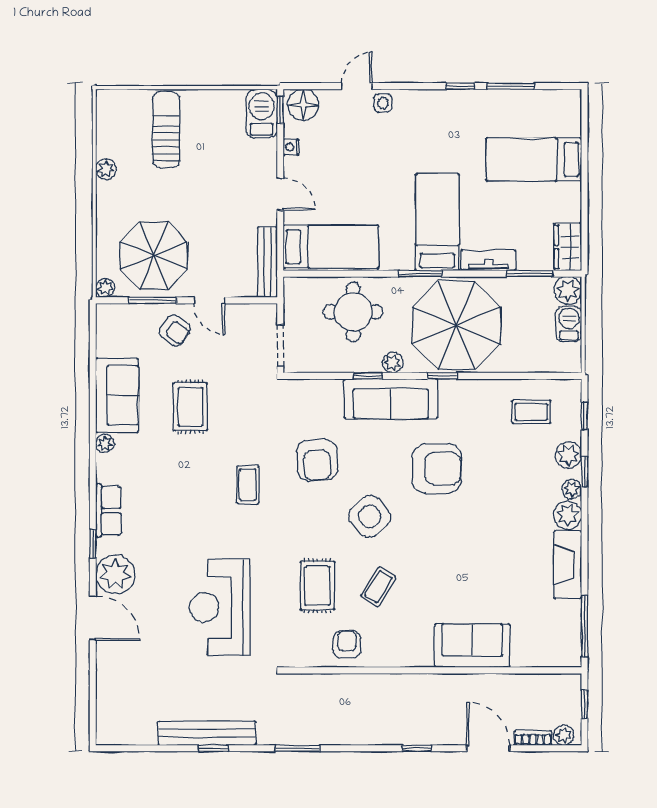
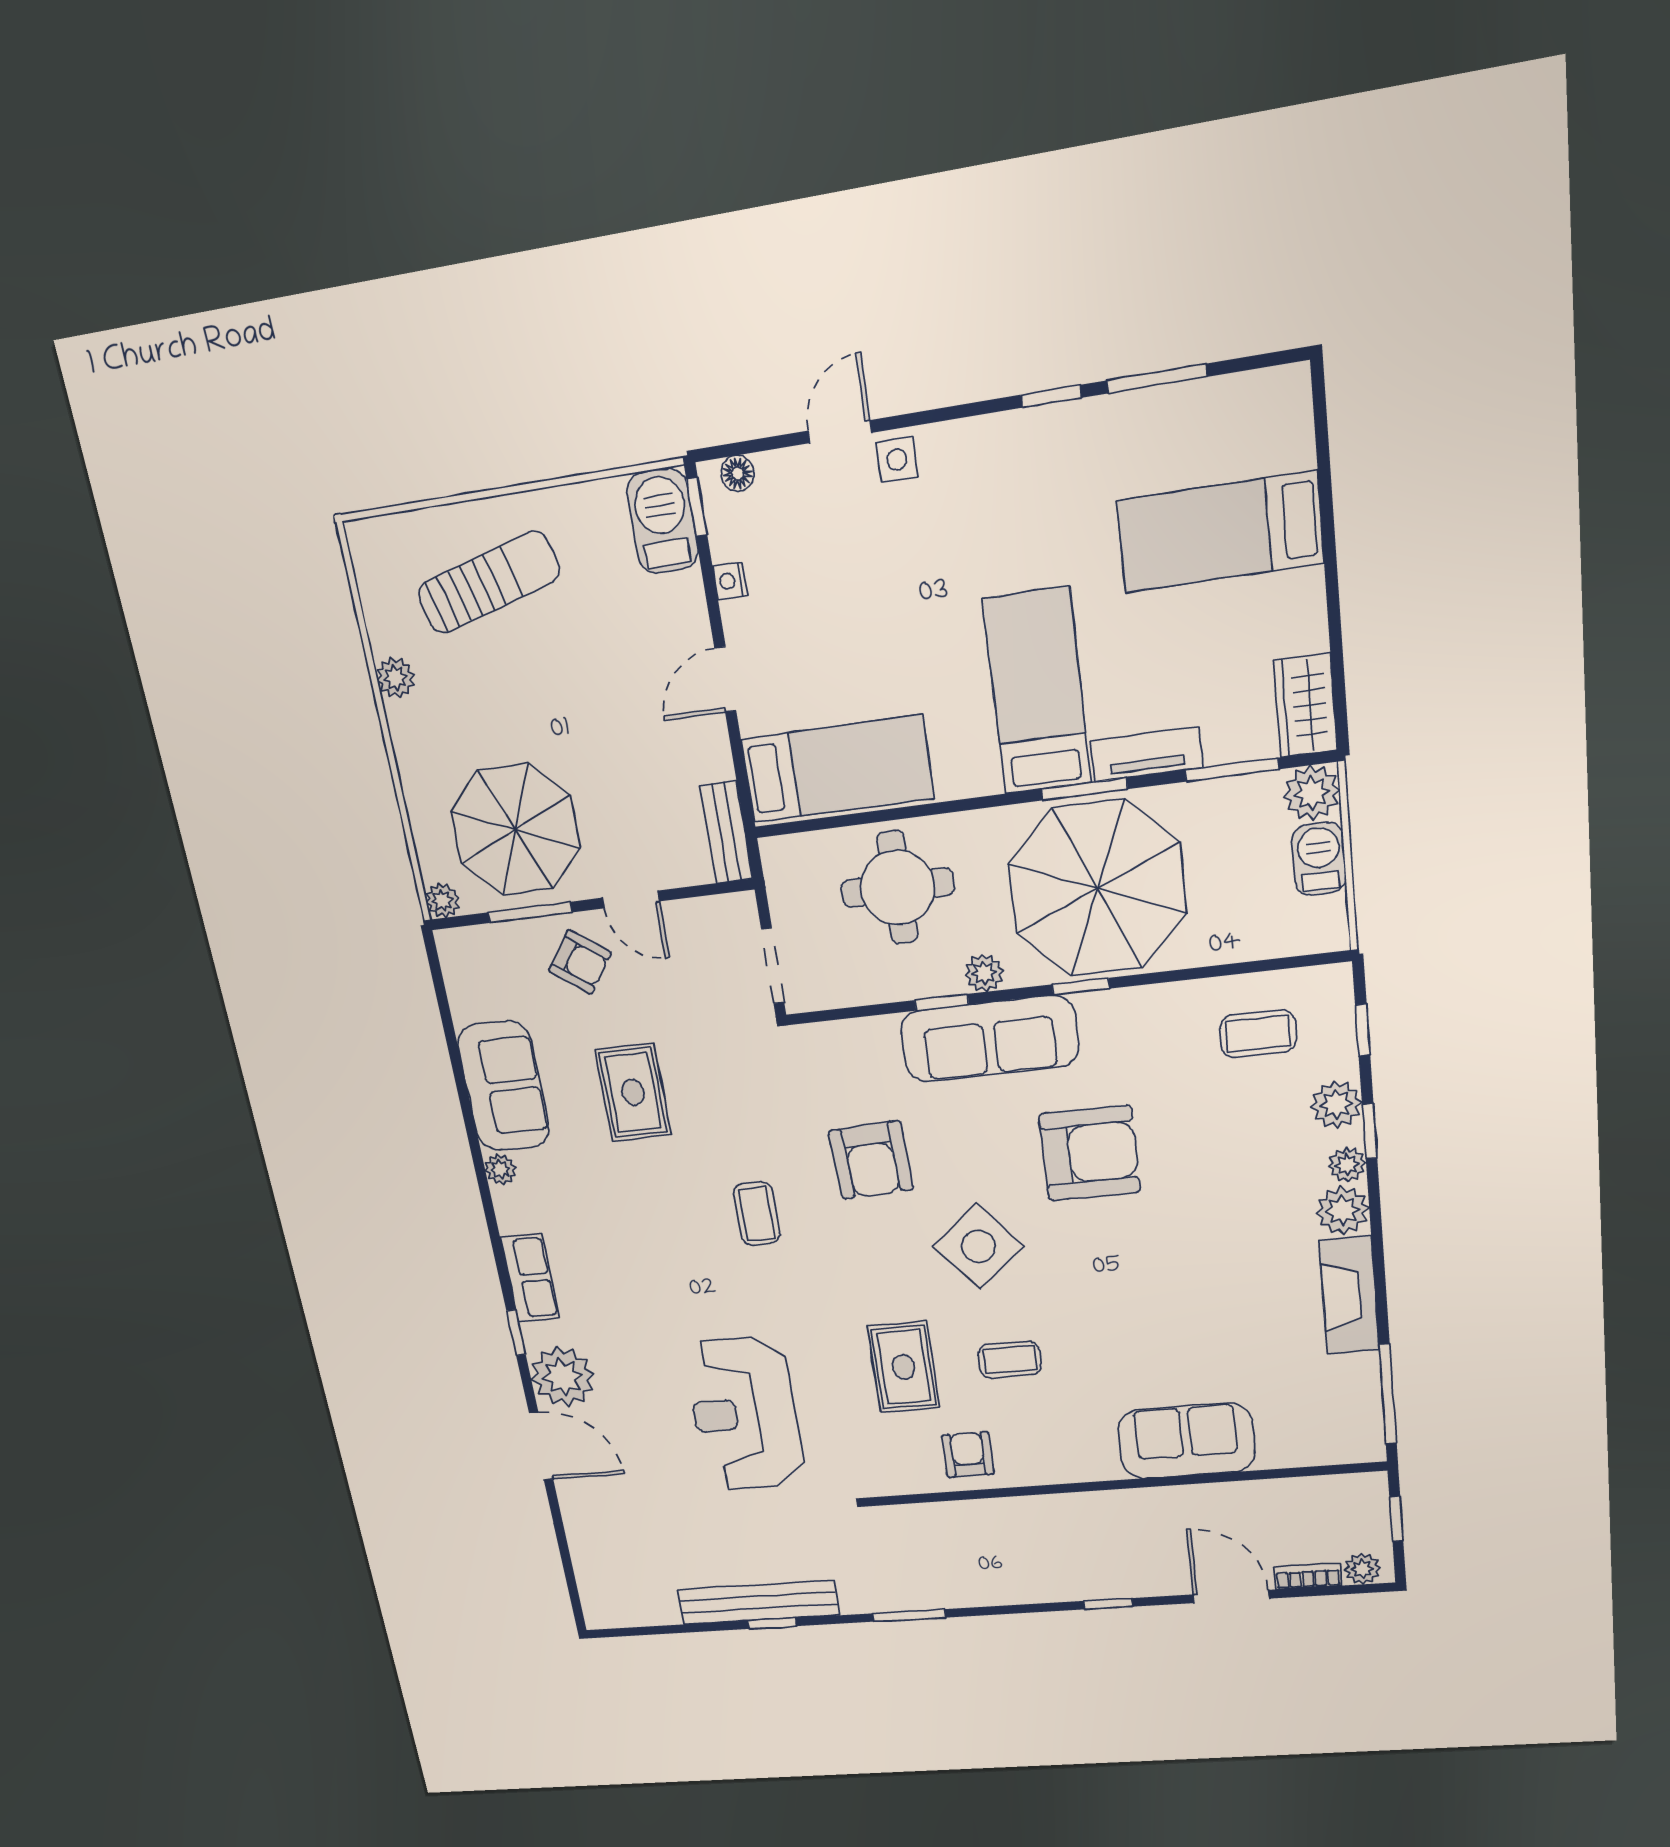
floor lamp: (303, 105) -> (738, 473), width x0.53, depth x0.53
sun lounger: (166, 130) -> (488, 582), turned 75
door: (280, 194) -> (725, 679), swing flipped
bench: (267, 262) -> (726, 832), width x0.73
window: (420, 274) -> (1084, 789), moved
coffee table: (378, 587) -> (1010, 1360), turned 58

